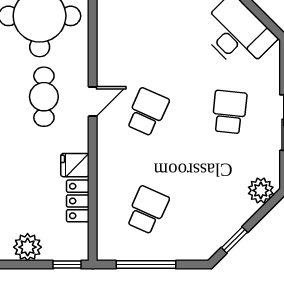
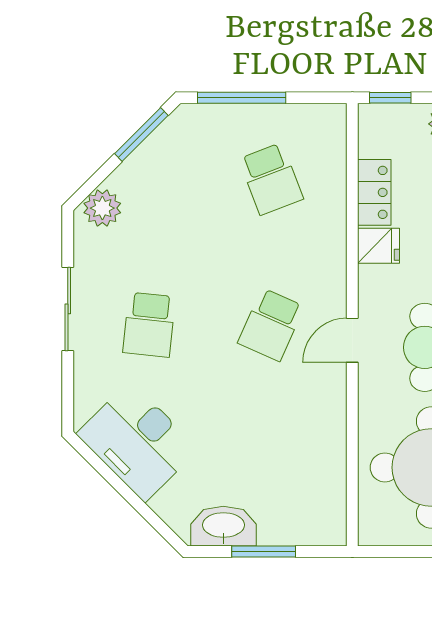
school desk: (147, 210) -> (271, 179), turned -45
window: (234, 240) -> (141, 134), width x1.50
window: (146, 265) -> (242, 98), moved

